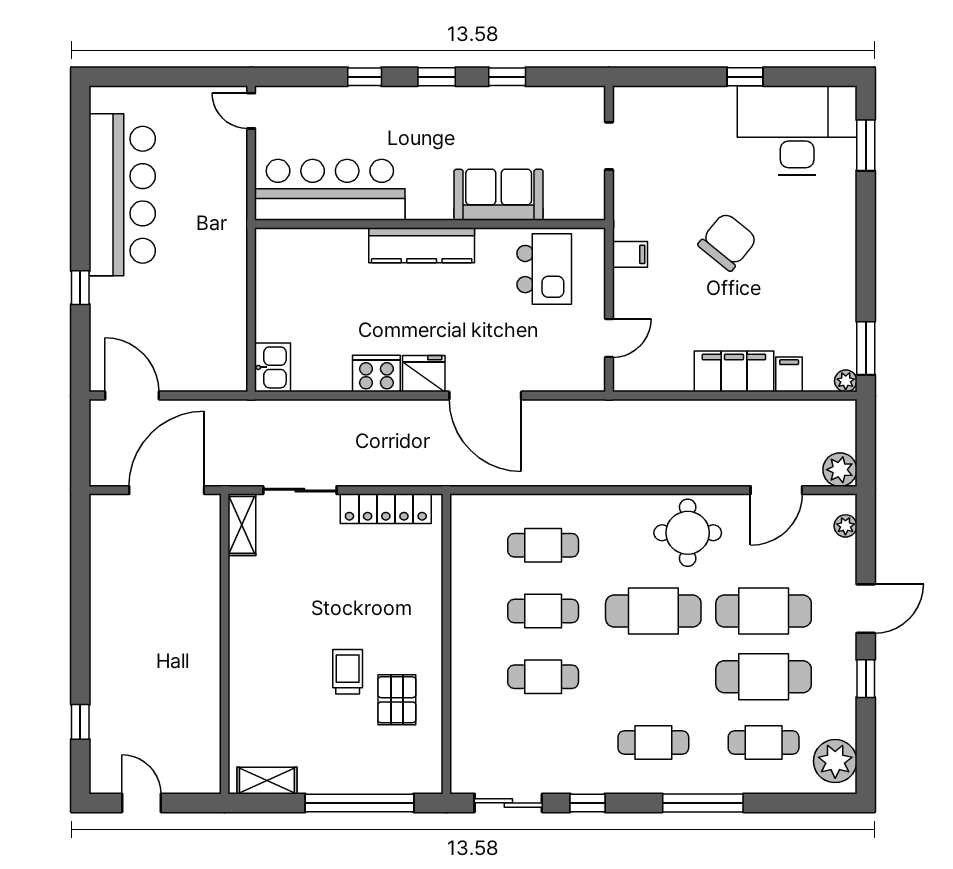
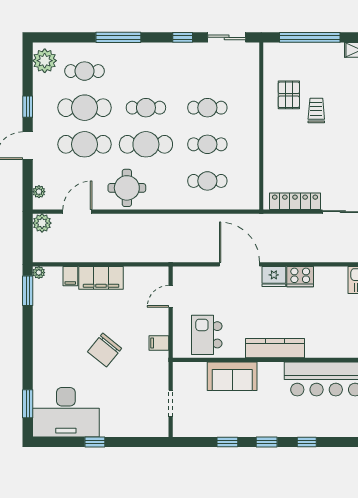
trolley: (348, 672) -> (316, 110), turned 180
cafe table: (653, 743) -> (146, 108), moved

